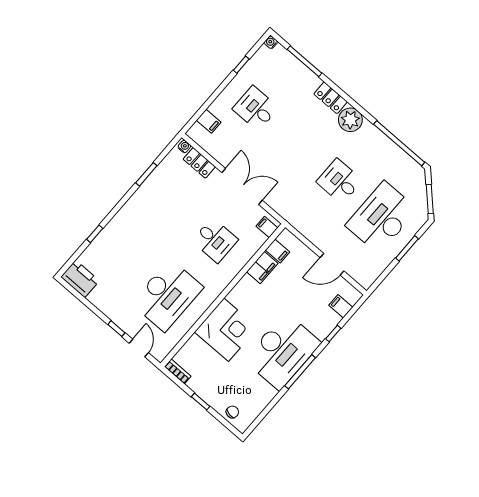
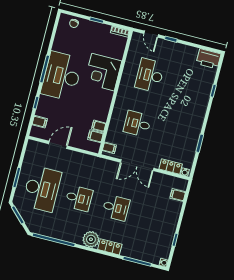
desk: (256, 108) -> (116, 208), moved
filing cabinet: (262, 267) -> (99, 126), width x0.50
desk: (167, 295) -> (150, 75), width x0.73, depth x0.77

